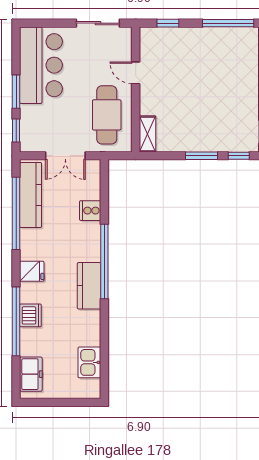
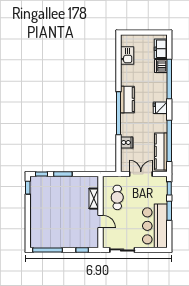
cafe table: (107, 115) -> (117, 197), width x0.73, depth x0.74
shelving: (147, 134) -> (94, 199), moved
dishwasher: (30, 315) -> (161, 66), moved

